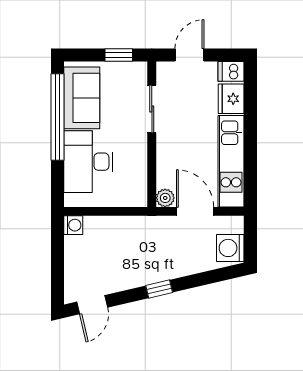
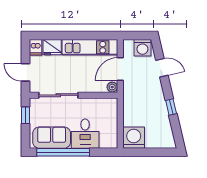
sliding door: (152, 109) -> (58, 95), width x1.37
desk: (88, 162) -> (85, 134), width x0.73
washing machine: (73, 225) -> (134, 138), width x1.89, depth x1.89
window: (159, 289) -> (171, 107), moved
door: (92, 305) -> (162, 68), moved

